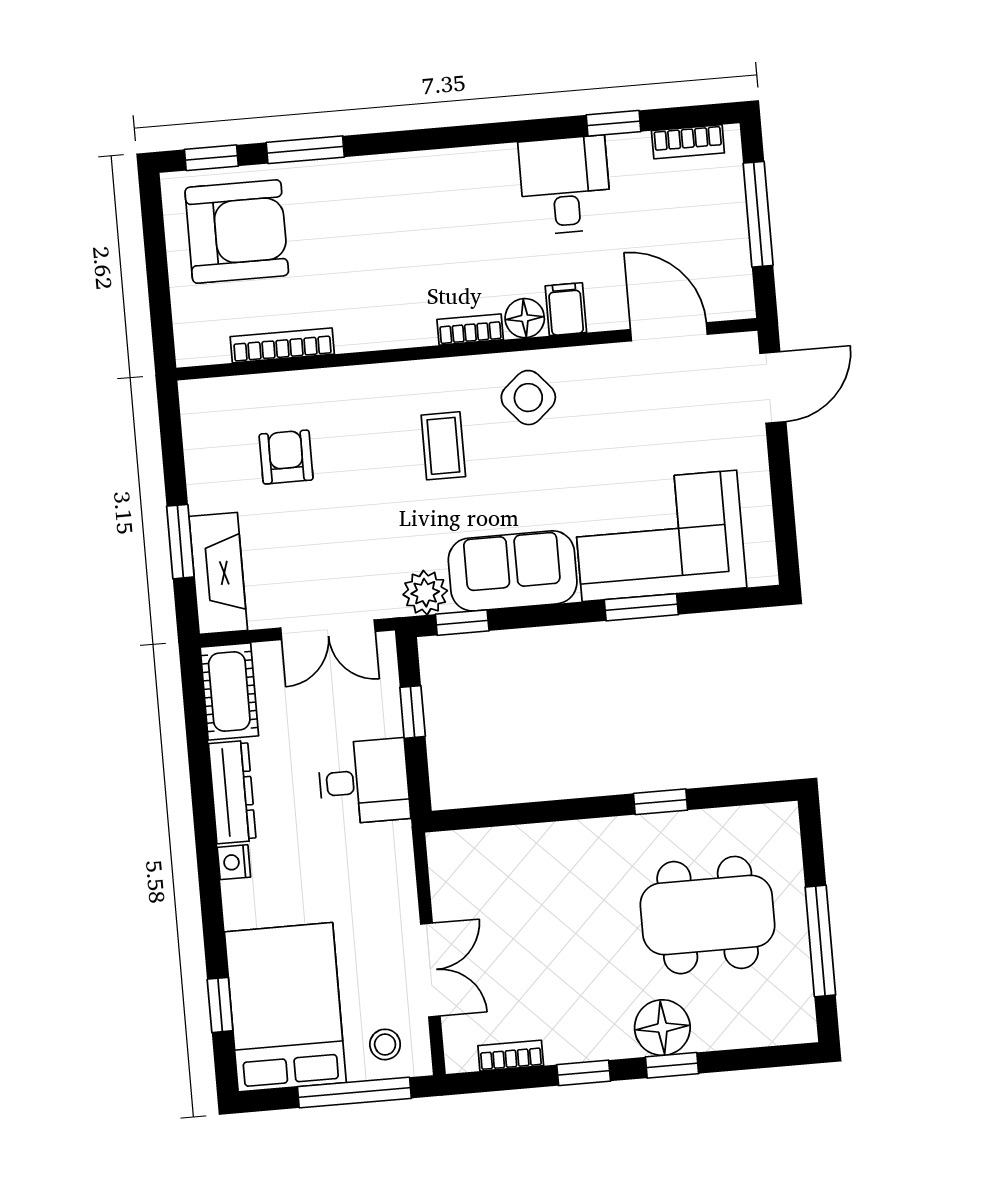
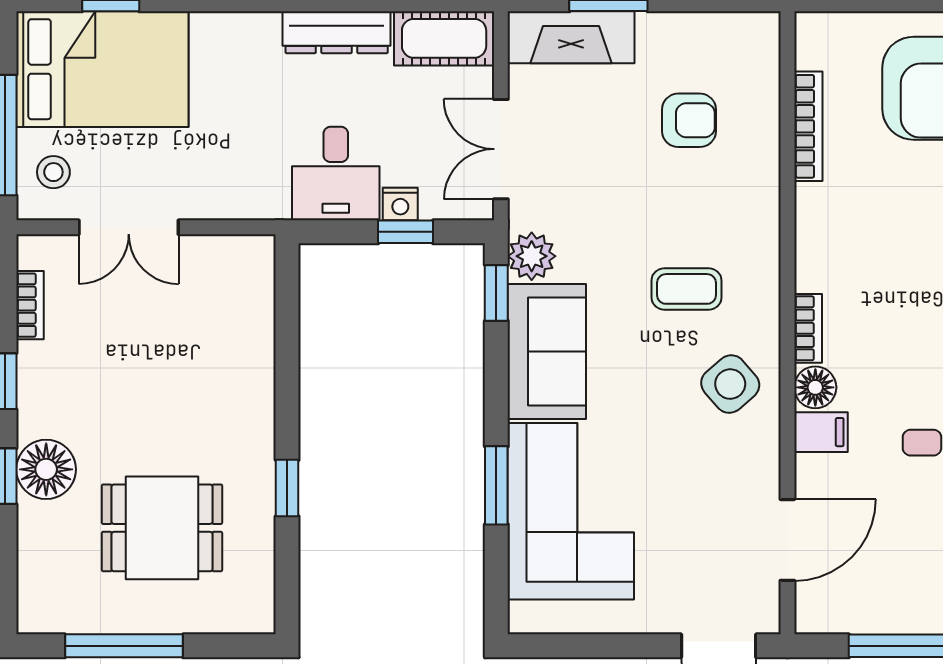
nightstand: (234, 862) -> (400, 204), moved, turned 180
dining table: (708, 915) -> (162, 528), width x0.73

